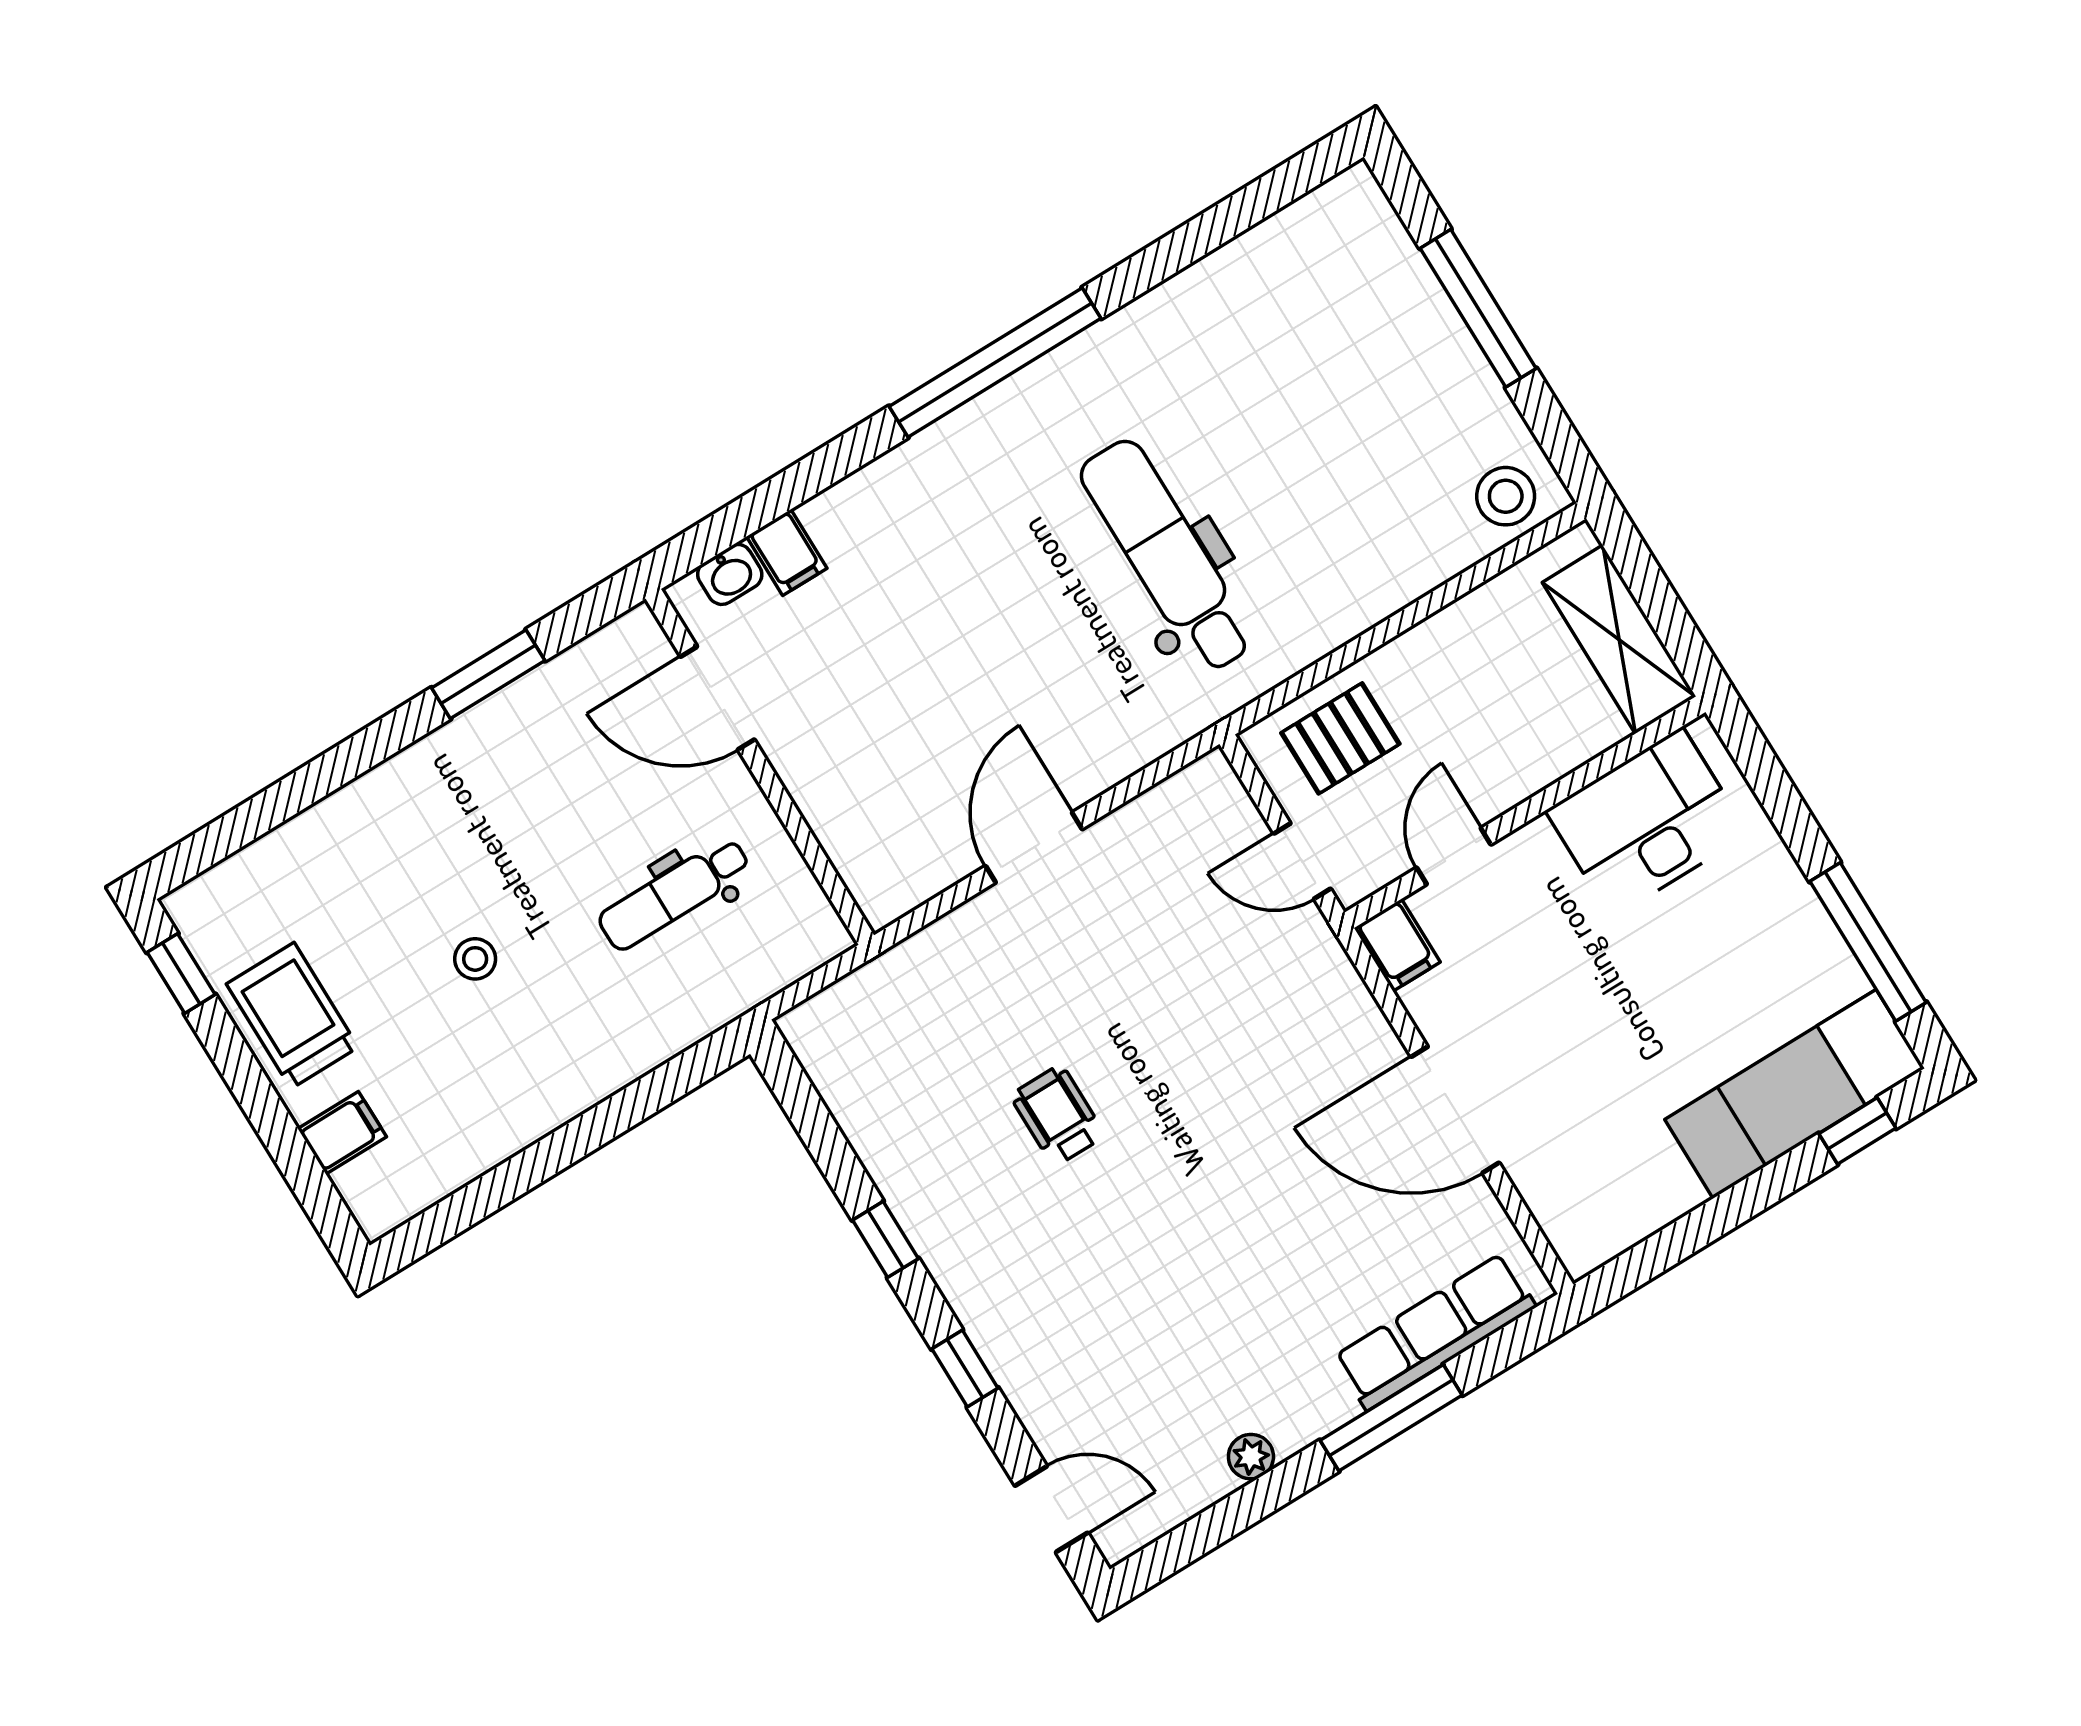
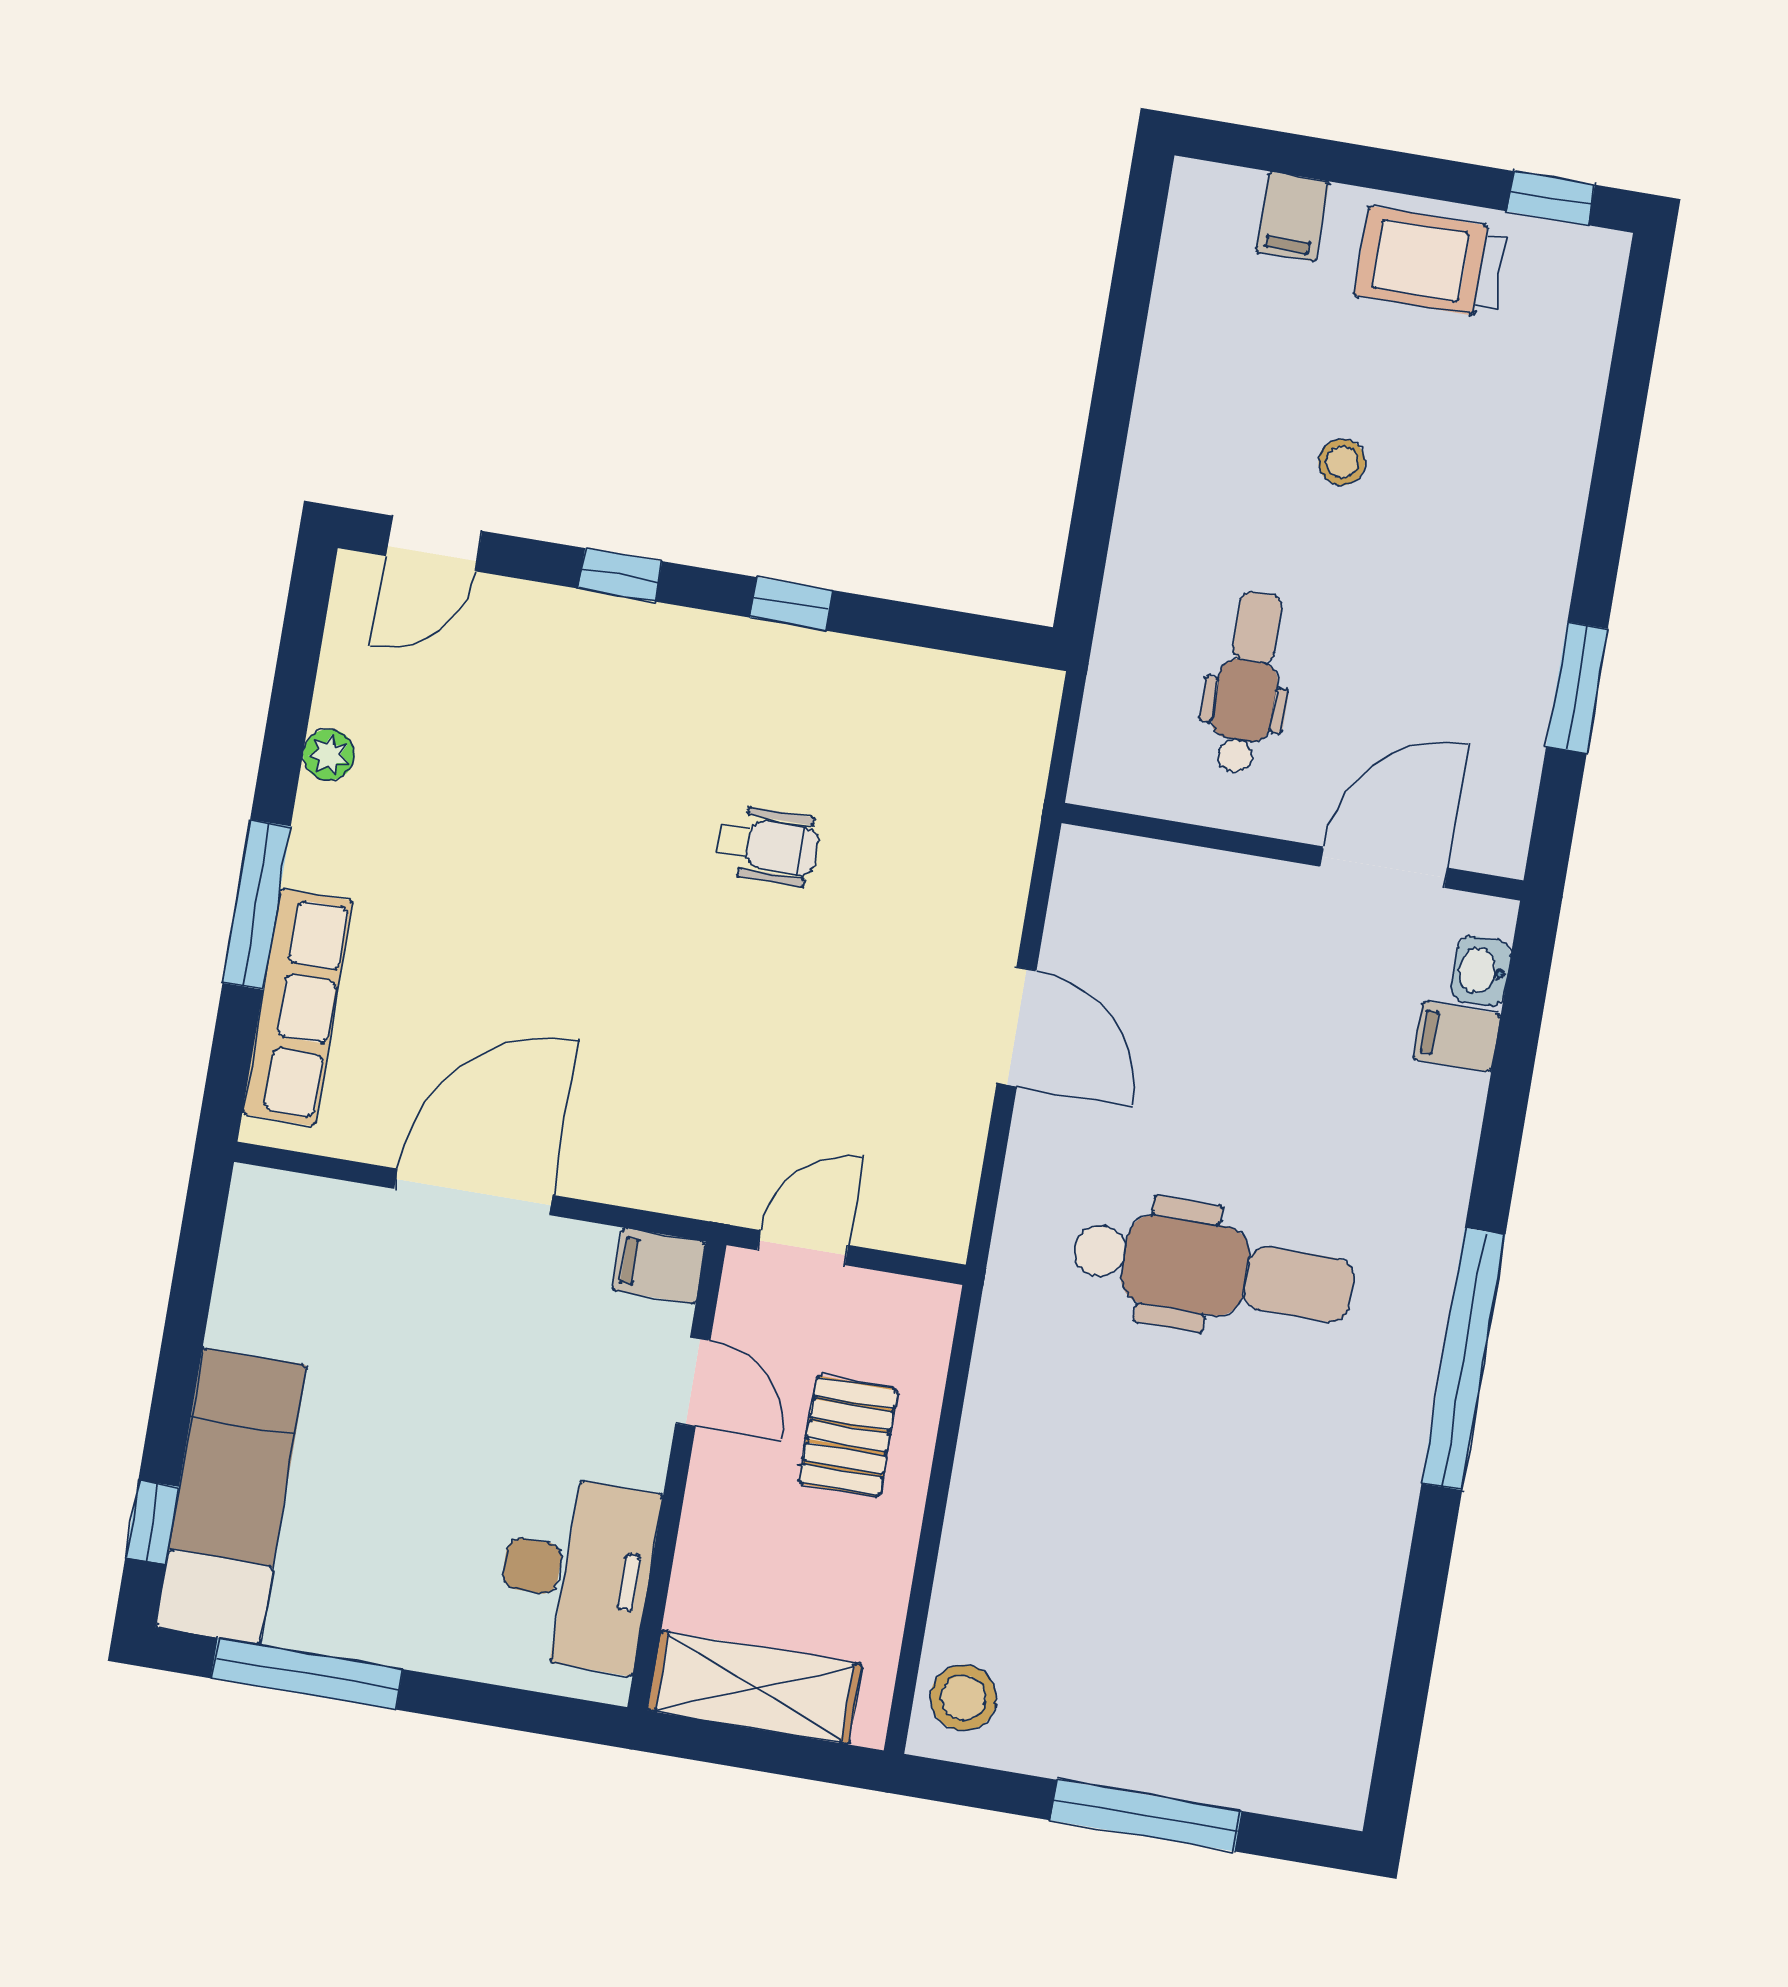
dental chair: (1167, 556) -> (1213, 1270), moved
pallet: (1340, 738) -> (848, 1436), moved
trolley: (293, 1016) -> (1431, 262), turned 180

